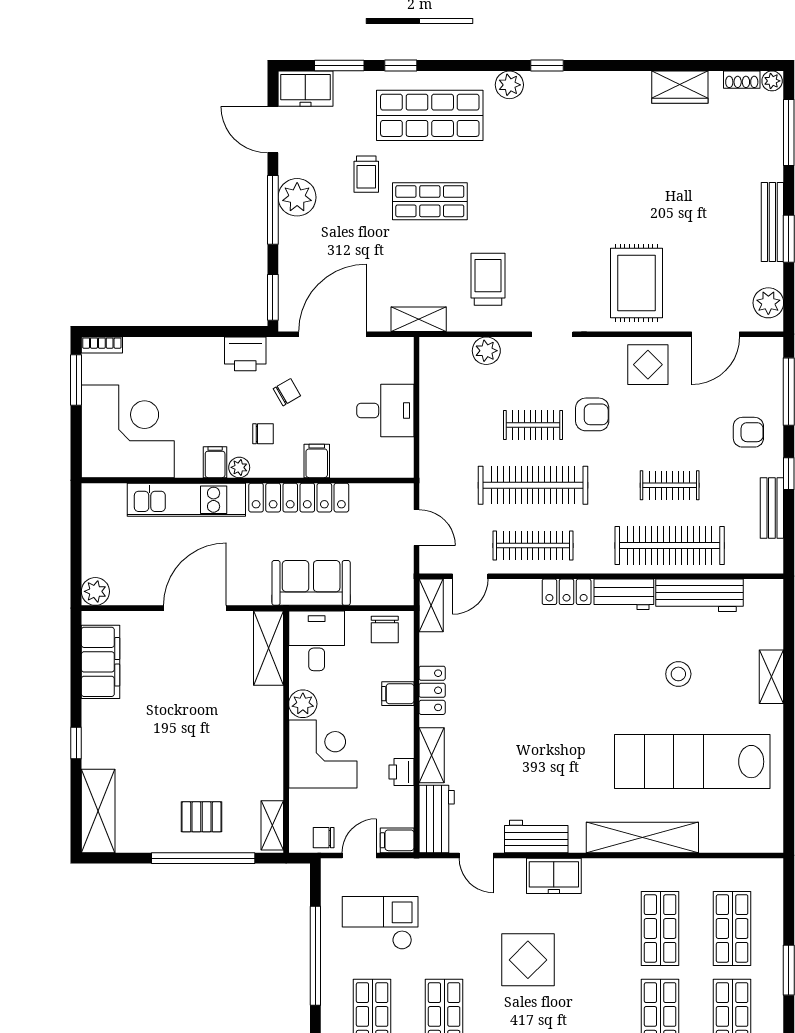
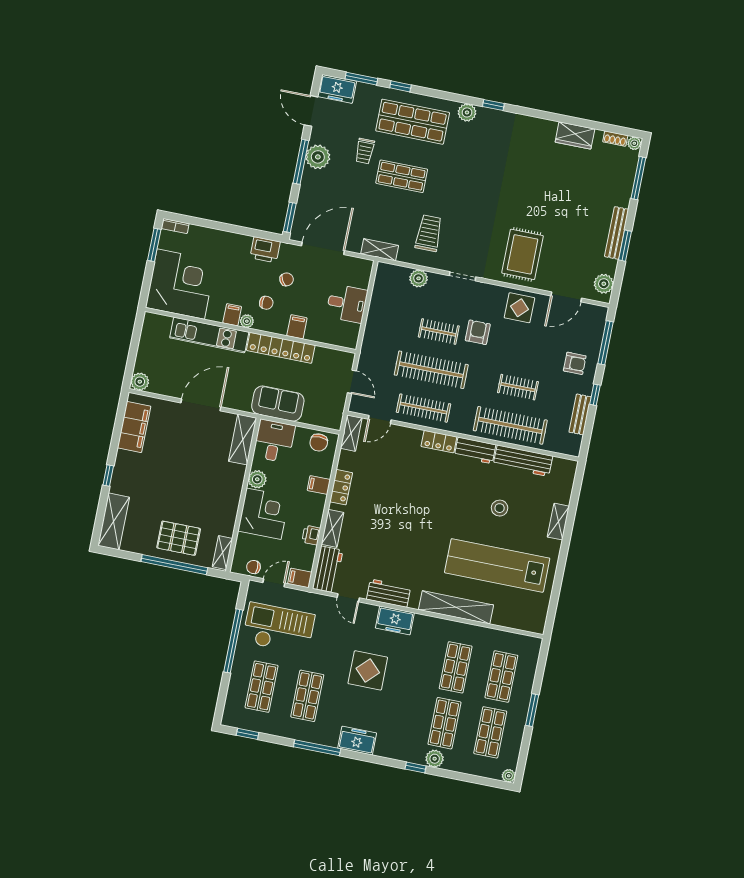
armchair: (592, 414) -> (478, 332), turned -90
pallet: (201, 817) -> (179, 538), width x1.50, depth x1.42
checkout: (380, 923) -> (279, 628), width x1.36, depth x1.21

